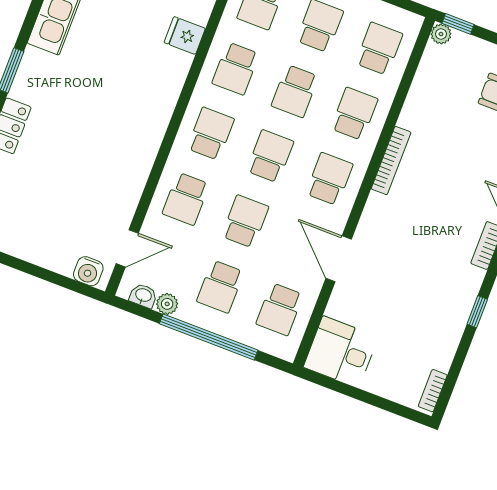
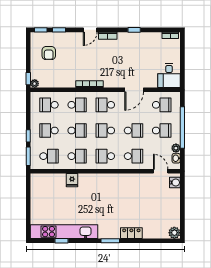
school desk: (354, 114) -> (77, 105), turned 180
school desk: (245, 221) -> (133, 130), turned 180

